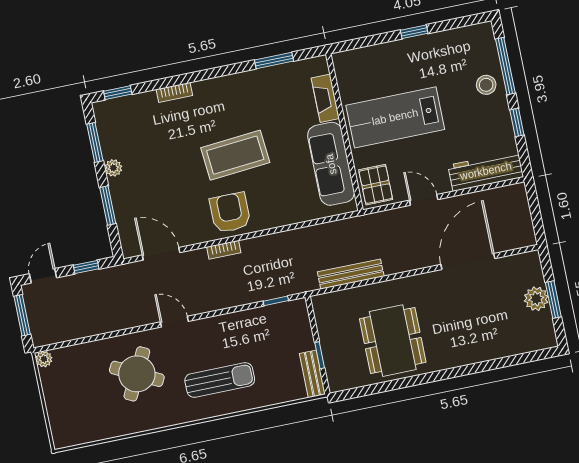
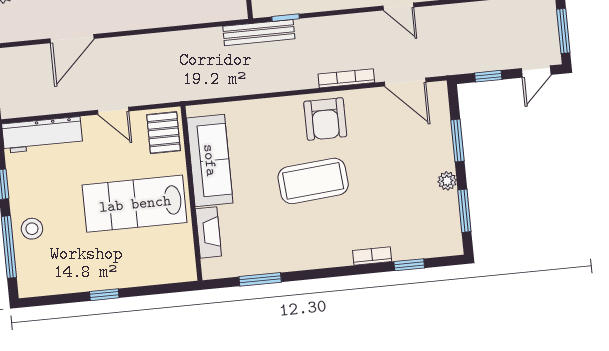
window: (118, 93) -> (409, 265), moved
lab bench: (395, 117) -> (135, 204), turned 180
bookcase: (224, 250) -> (346, 78), width x1.56
door: (468, 261) -> (72, 39), width x0.73
bench: (351, 274) -> (259, 33), moved

